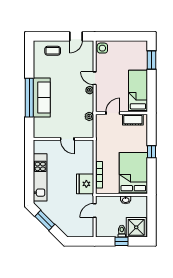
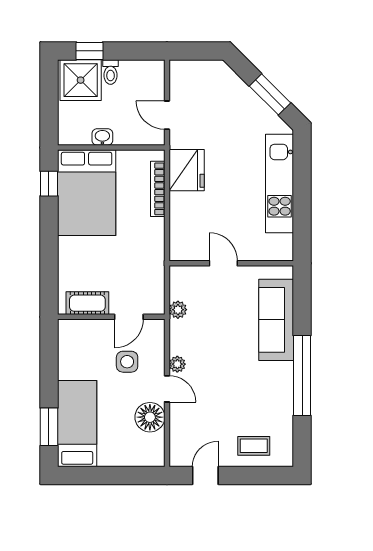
side table: (102, 48) -> (127, 362), moved
floor lamp: (103, 65) -> (150, 417), added
bed: (138, 91) -> (77, 424), moved, turned 180
sofa: (42, 97) -> (276, 320), moved
window: (29, 98) -> (302, 376), moved
window: (151, 152) -> (49, 184), moved
door: (95, 210) -> (167, 115), swing flipped
window: (122, 241) -> (89, 51), moved

